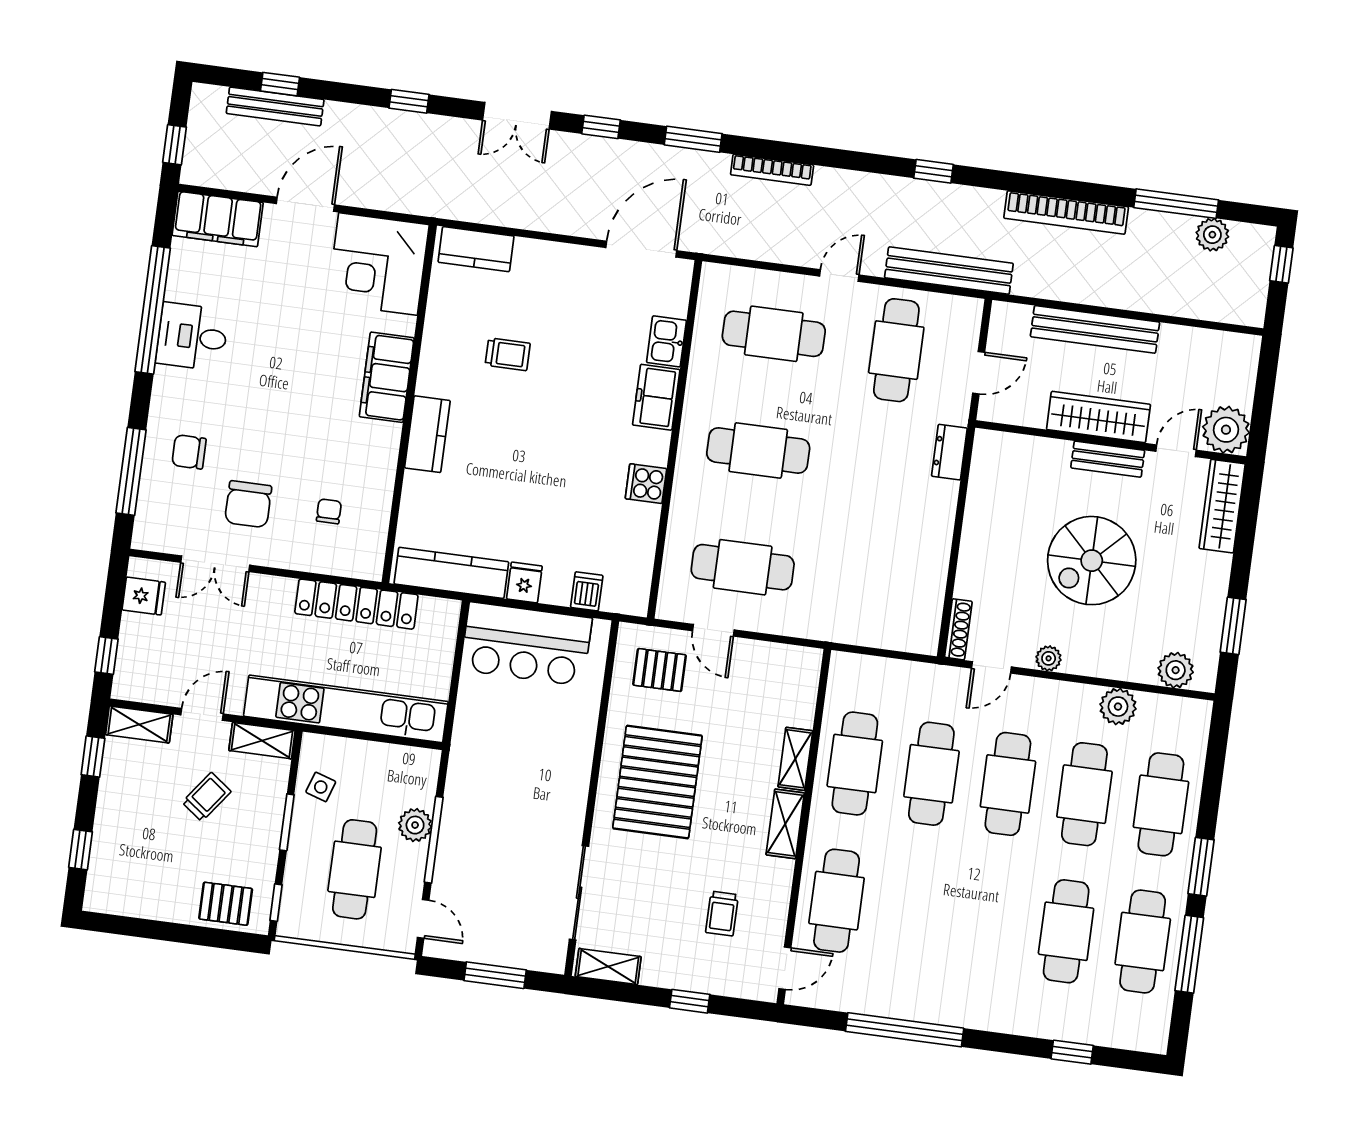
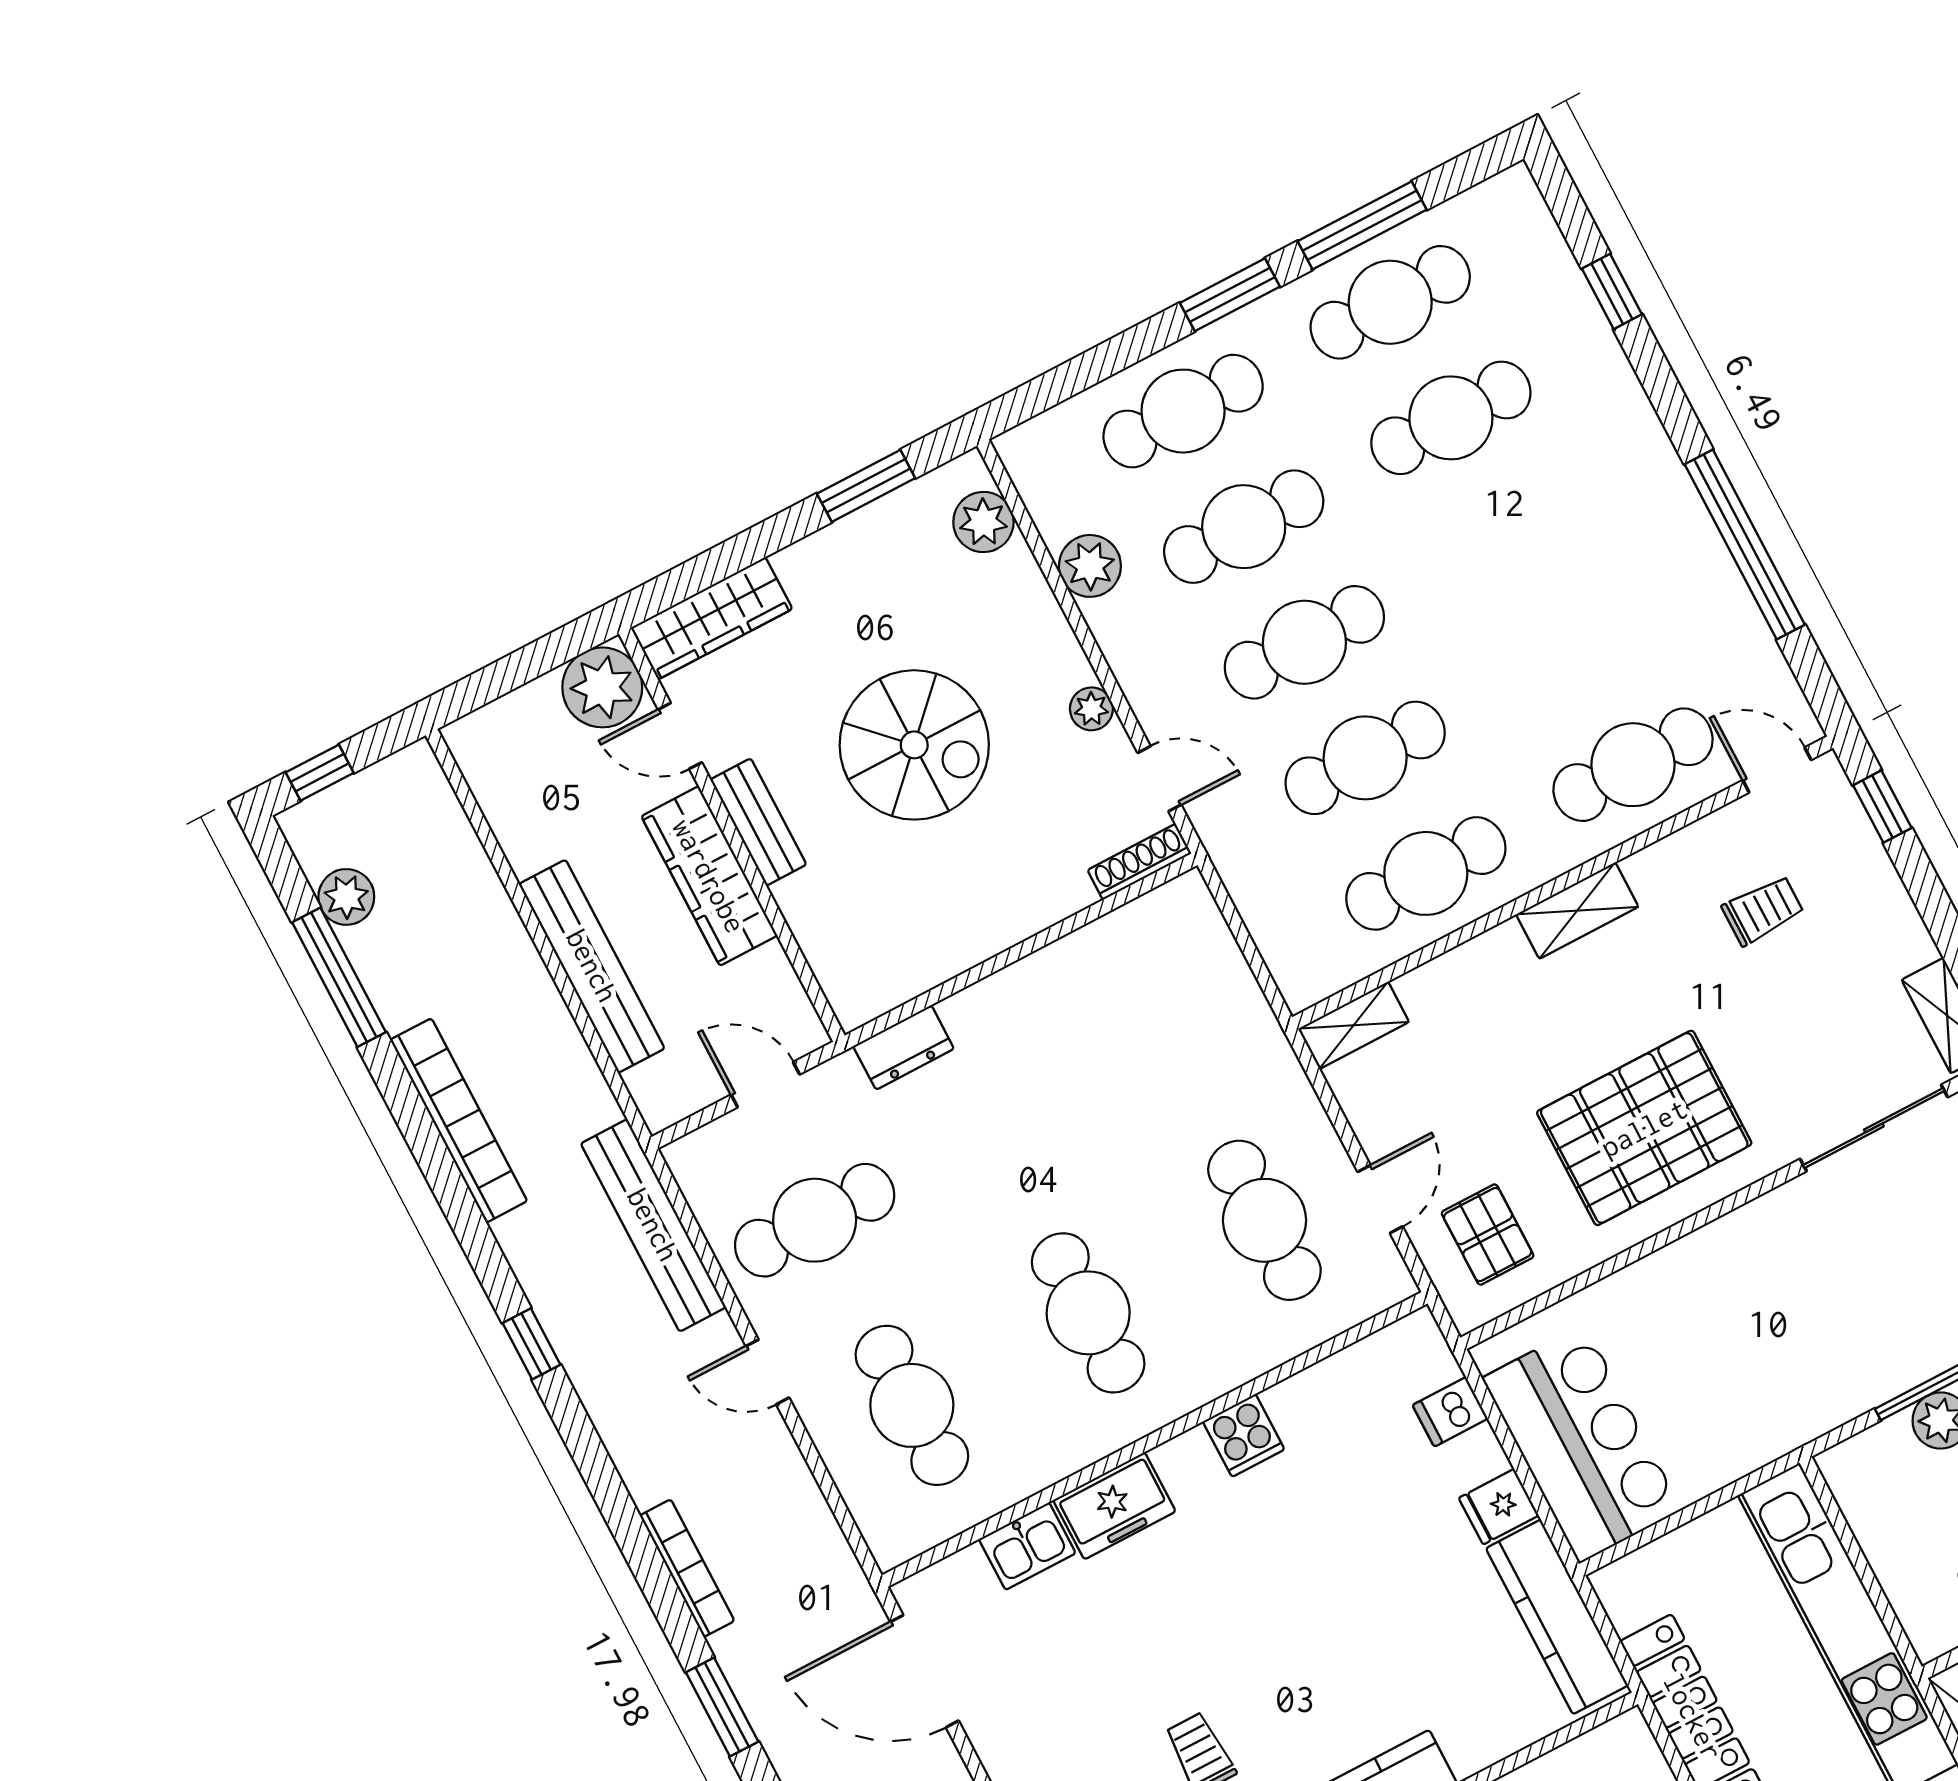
shelving: (795, 759) -> (1354, 1025), moved
window: (690, 1001) -> (1882, 807), moved

